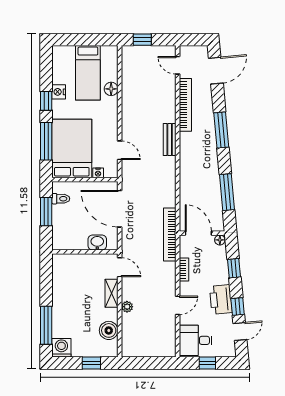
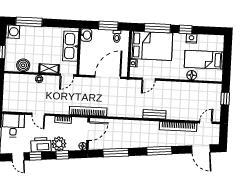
washbasin: (97, 242) -> (86, 35), moved
kitchen sink: (78, 264) -> (71, 46), added
plant: (218, 274) -> (59, 144), added

